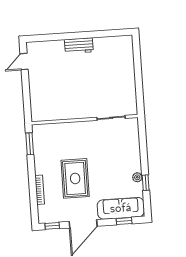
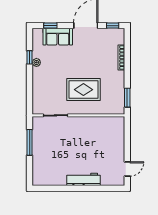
workbench: (79, 46) -> (83, 179), width x1.38
window: (139, 84) -> (30, 142), added
rug: (75, 178) -> (83, 90), moved, turned 90
sofa: (121, 208) -> (58, 37), width x0.73

